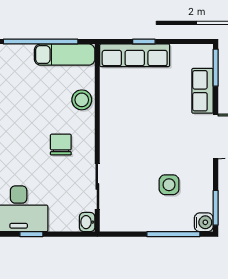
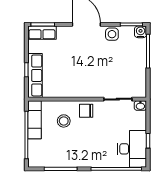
row of seats: (203, 91) -> (42, 33), moved
stool: (82, 100) -> (64, 121), moved
chair: (61, 145) -> (86, 111), moved
side table: (169, 185) -> (112, 34), moved

